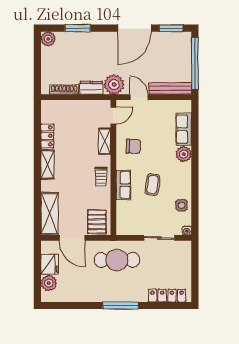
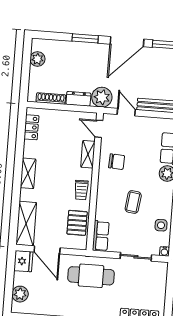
window: (78, 28) -> (85, 38), moved
plant: (48, 39) -> (37, 59), moved
door: (113, 116) -> (99, 129), swing flipped
locker: (47, 136) -> (31, 127), moved
row of seats: (123, 185) -> (101, 236), moved
pallet: (97, 222) -> (77, 223), moved
fridge: (50, 264) -> (23, 261), moved

